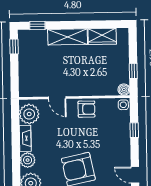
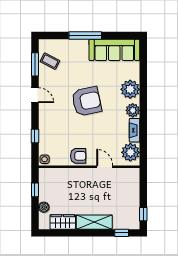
boiler: (124, 90) -> (44, 207), moved
armchair: (87, 109) -> (78, 156), turned 180

